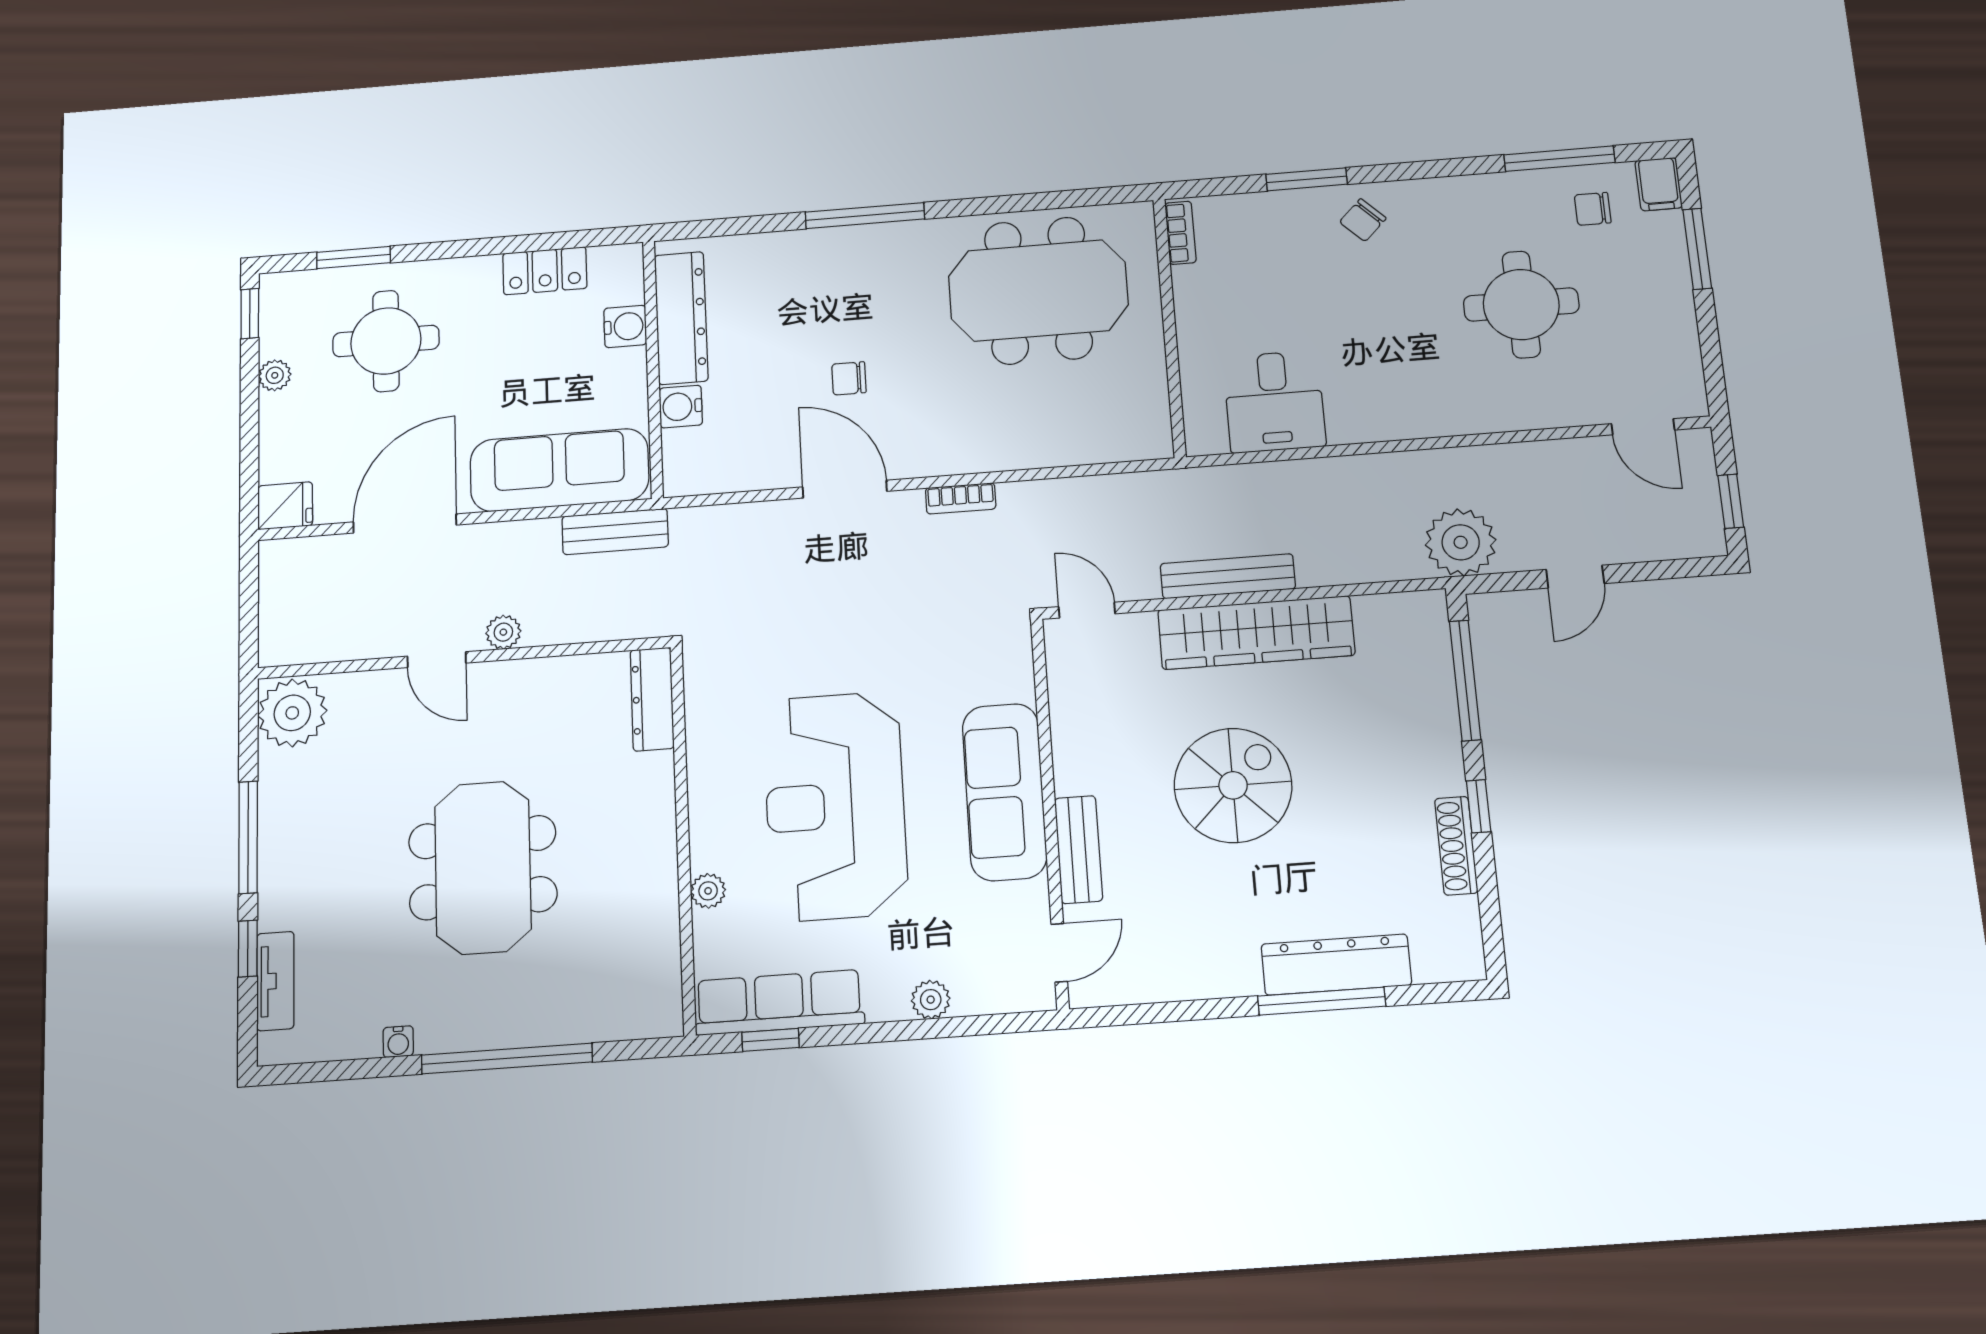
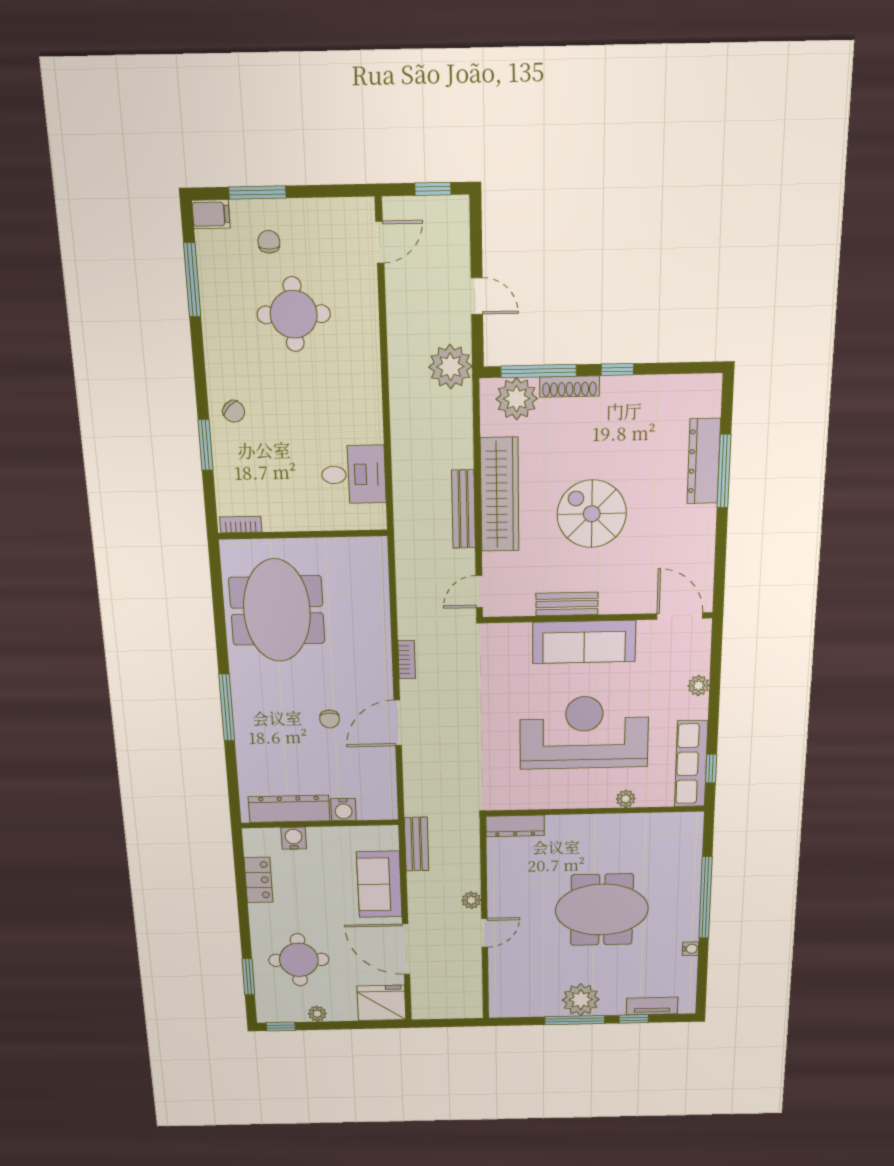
chair: (1593, 209) -> (269, 242), moved, turned 180
sofa: (559, 470) -> (379, 884), width x0.73
fridge: (285, 506) -> (381, 1003), width x1.88, depth x1.34
plant: (1417, 649) -> (517, 399), added
plant: (292, 713) -> (581, 1000), moved
reception desk: (835, 806) -> (584, 733), turned 180
shoe rack: (1456, 846) -> (570, 386), moved
bench: (1078, 849) -> (567, 604), moved
door: (1059, 953) -> (680, 616), width x1.38

